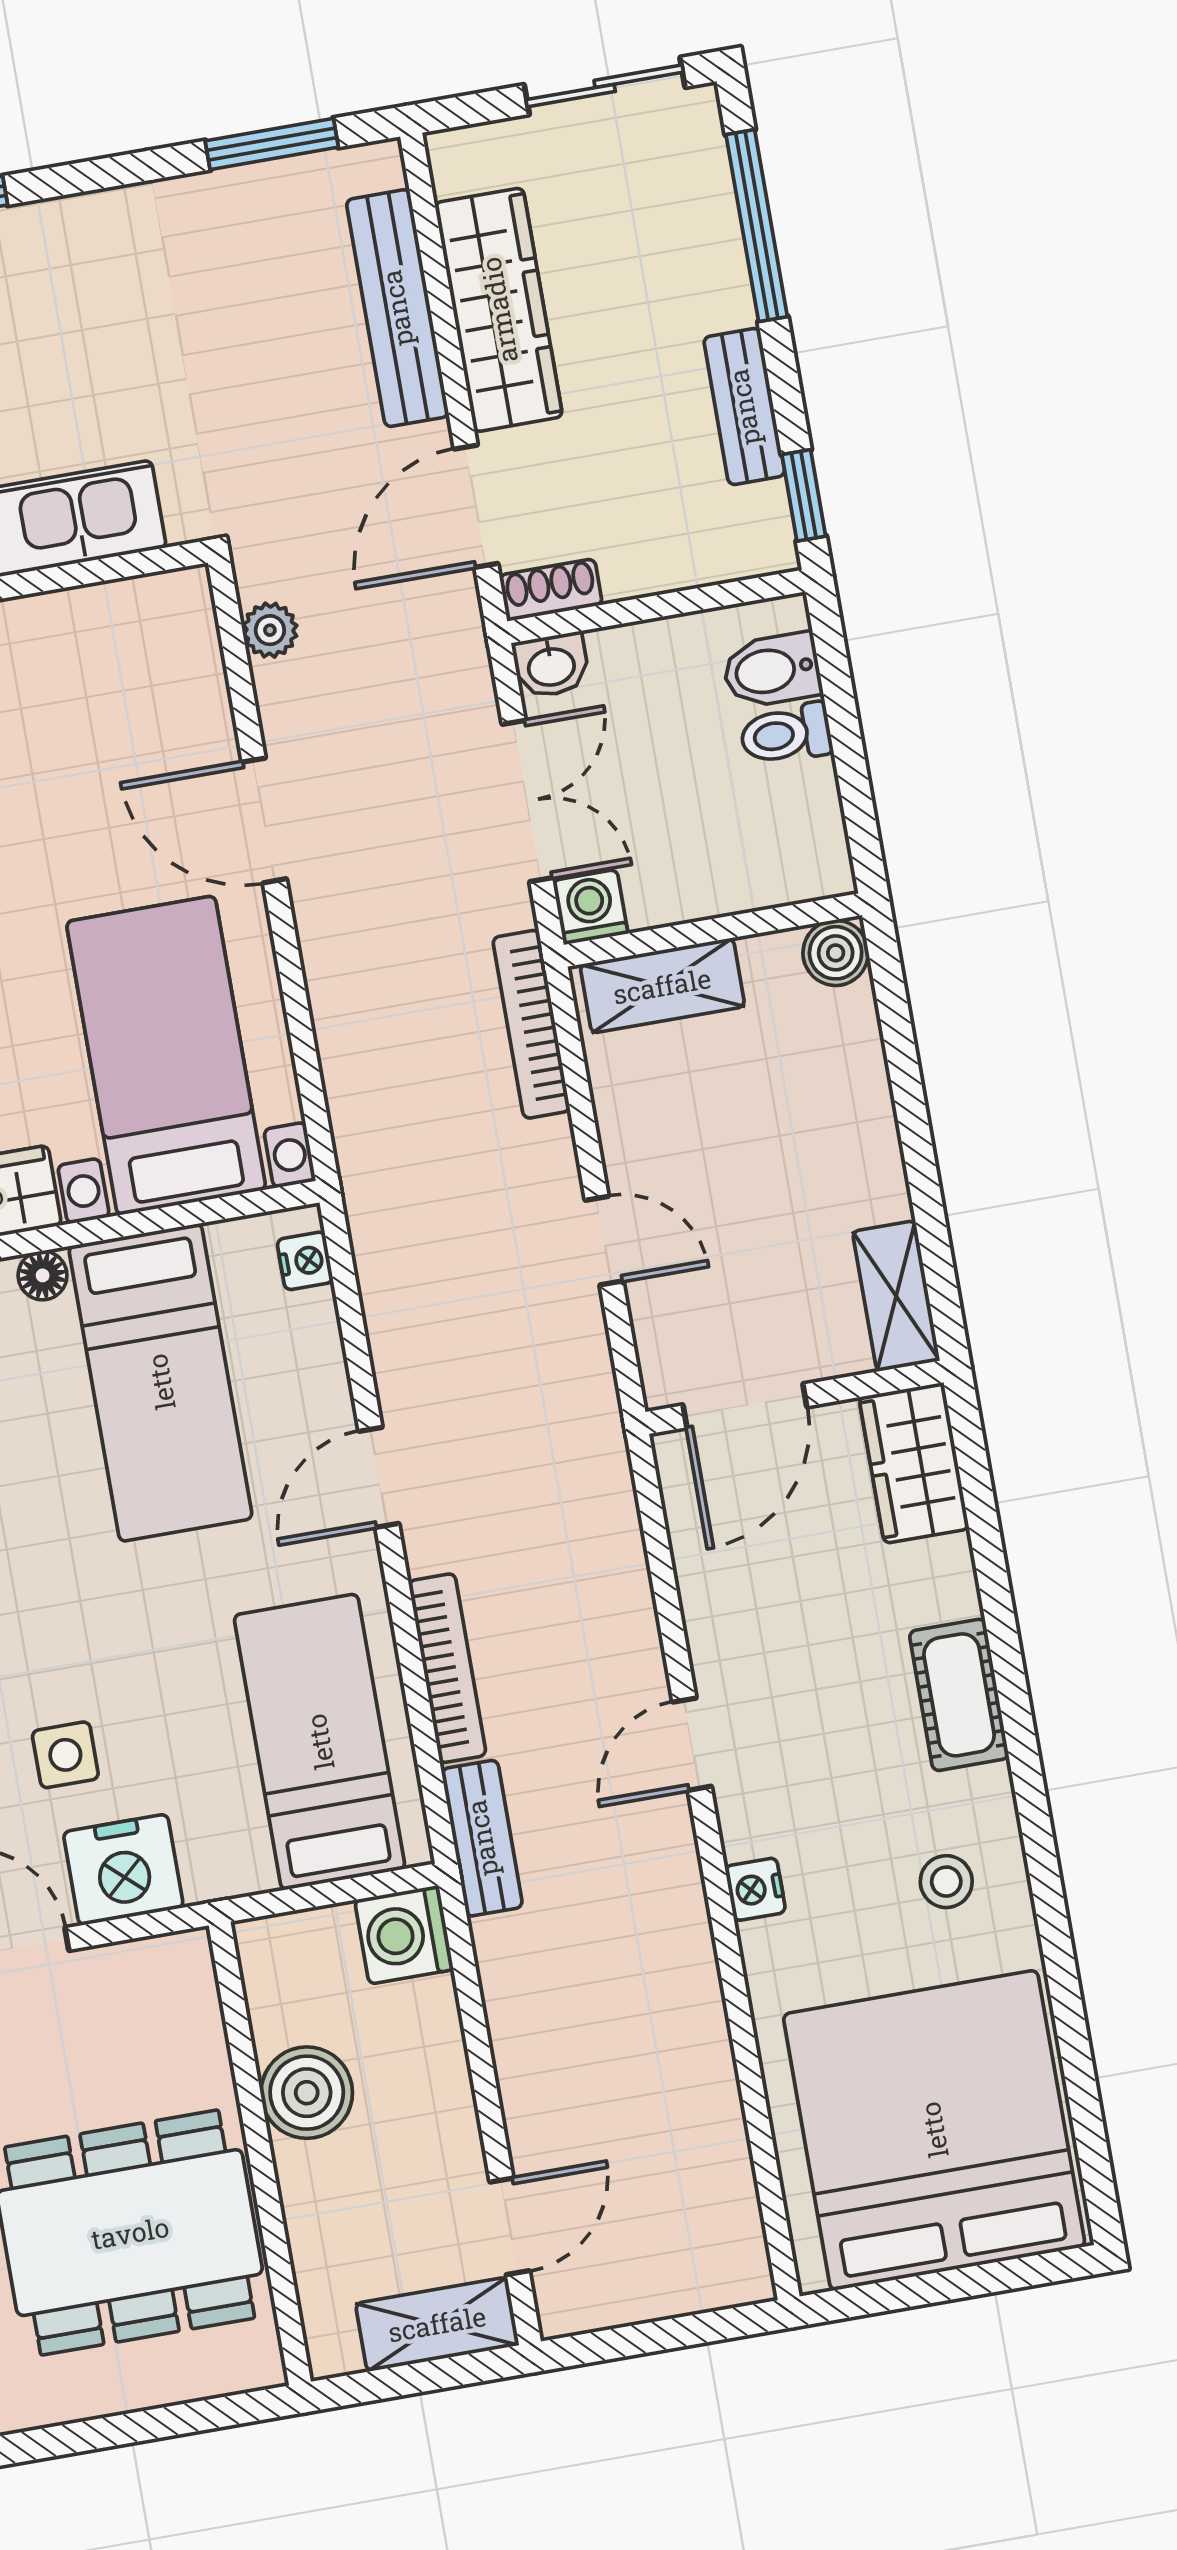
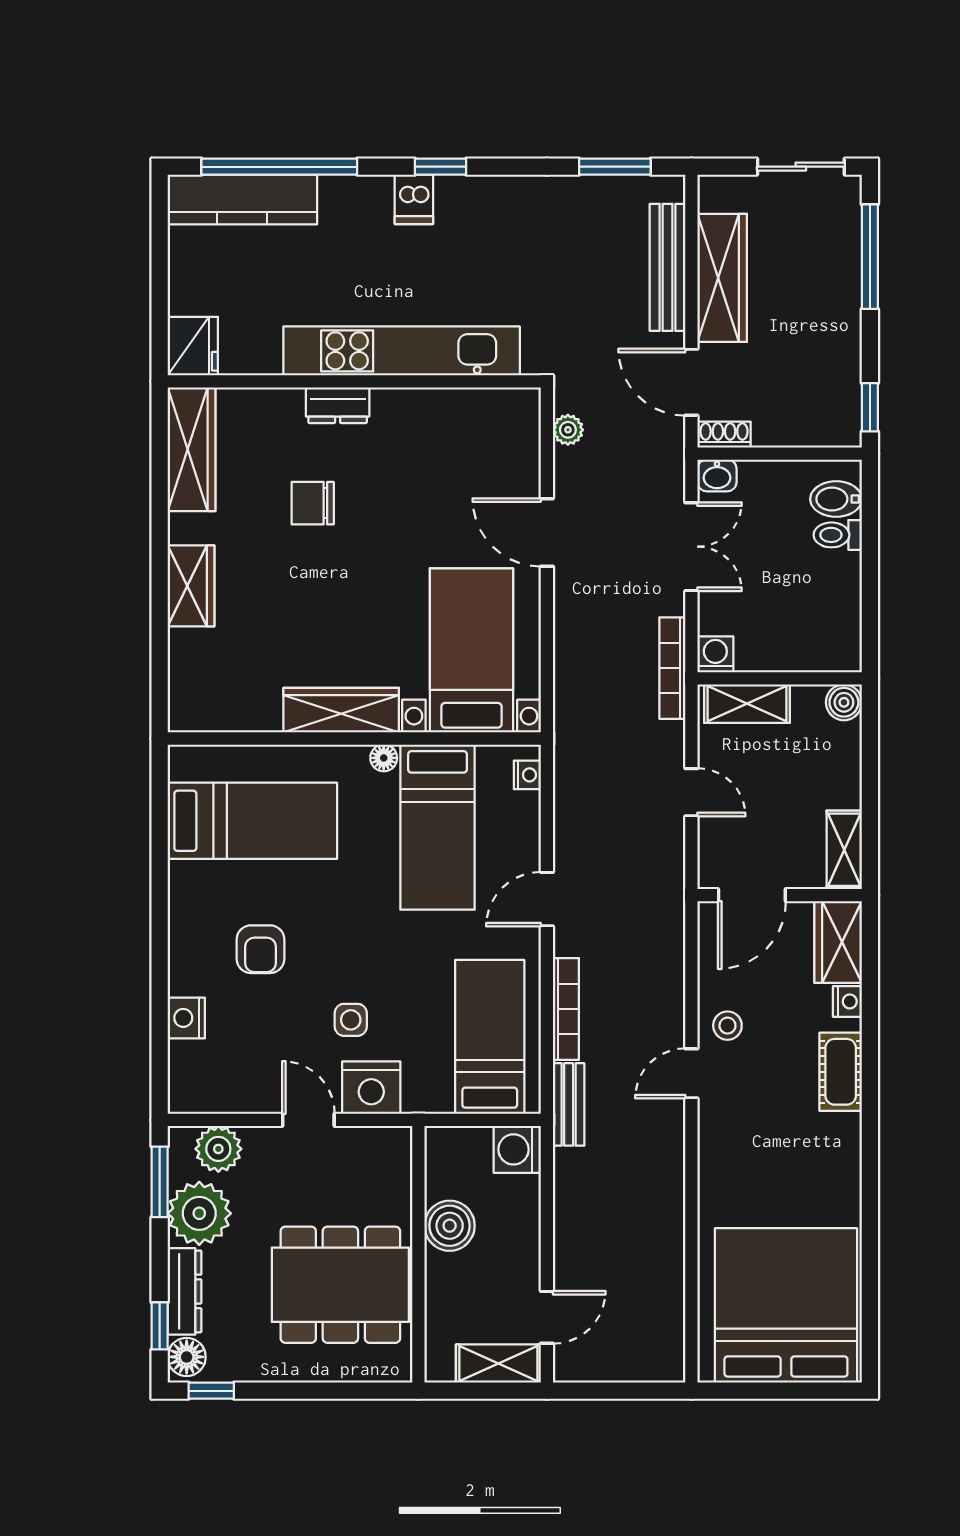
bench: (744, 407) -> (846, 353), removed
door: (476, 506) -> (691, 382), hinge flipped
washing machine: (590, 907) -> (715, 654), moved
wall: (713, 930) -> (780, 678), moved
boiler: (836, 953) -> (844, 702), moved
shelving: (662, 986) -> (747, 704), moved
stool: (946, 1882) -> (727, 1026), moved
nightstand: (755, 1889) -> (847, 1001), moved, turned 180

